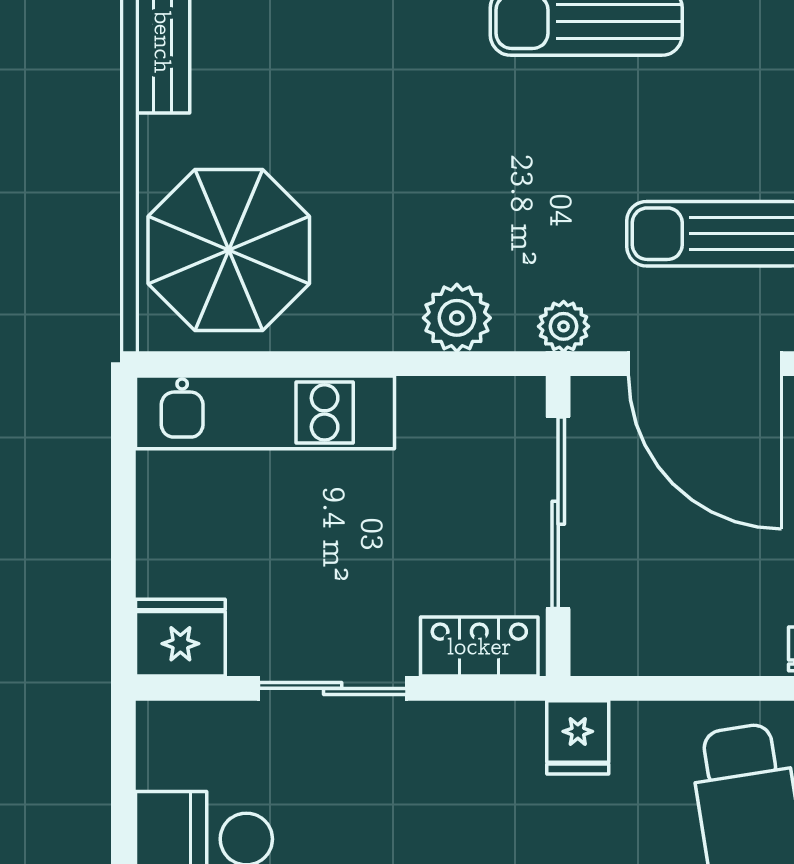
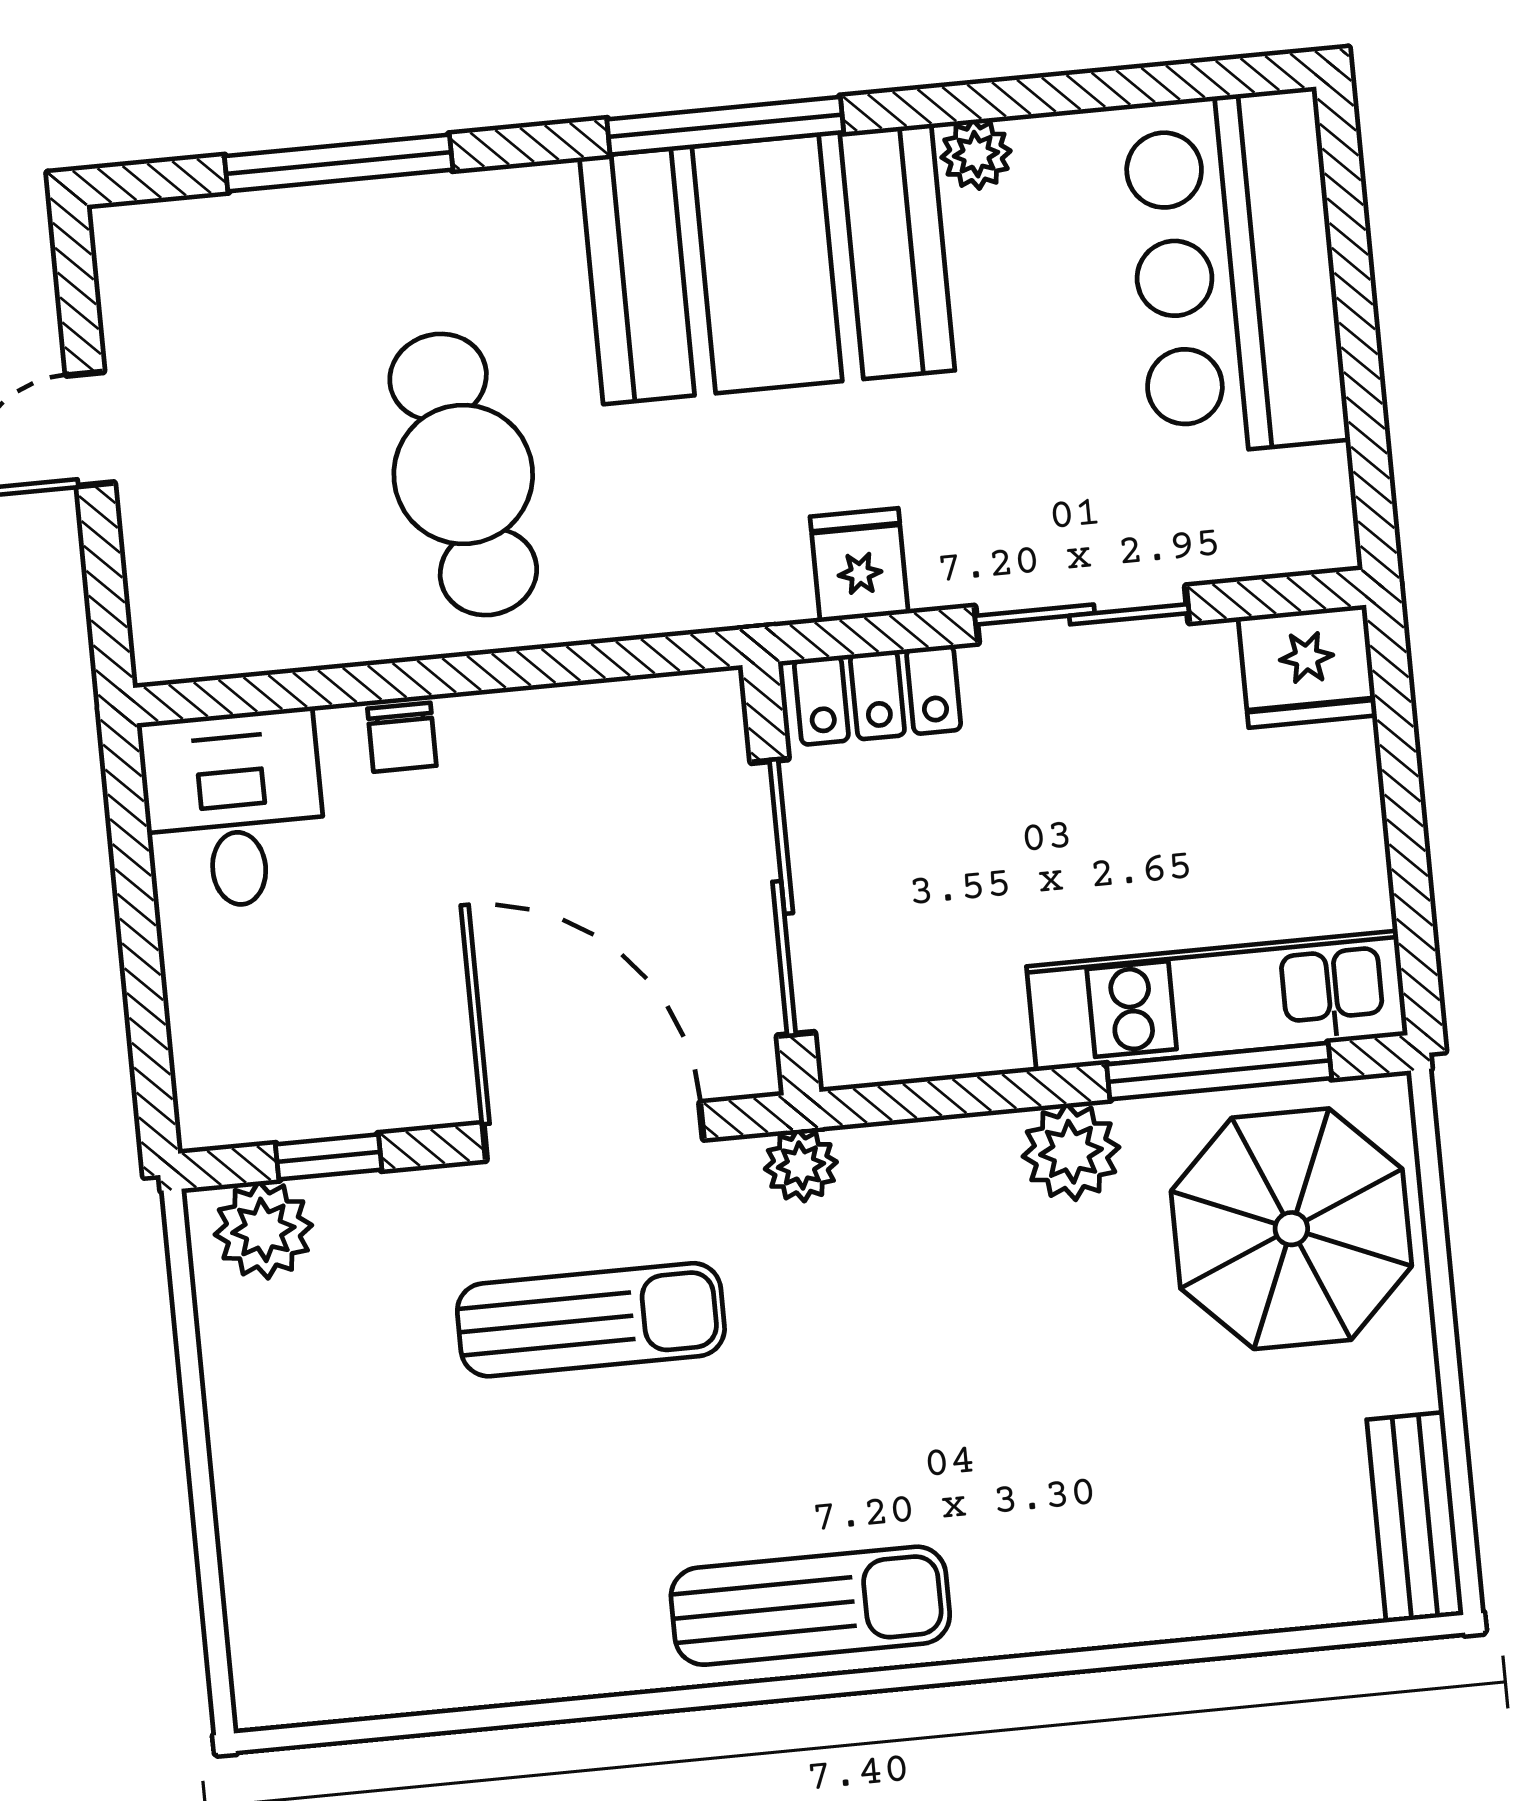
plant: (457, 318) -> (1071, 1152), moved
window: (268, 364) -> (1219, 1071), added
fridge: (578, 737) -> (859, 565), moved

